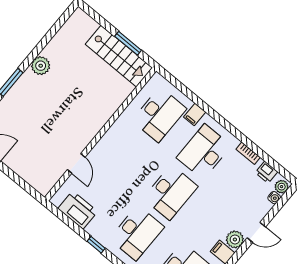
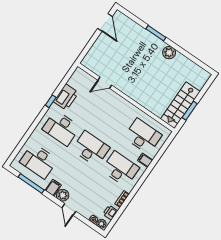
desk: (159, 115) -> (143, 136), turned 180
desk: (170, 192) -> (91, 148), turned 180
printer: (78, 210) -> (66, 97), moved

